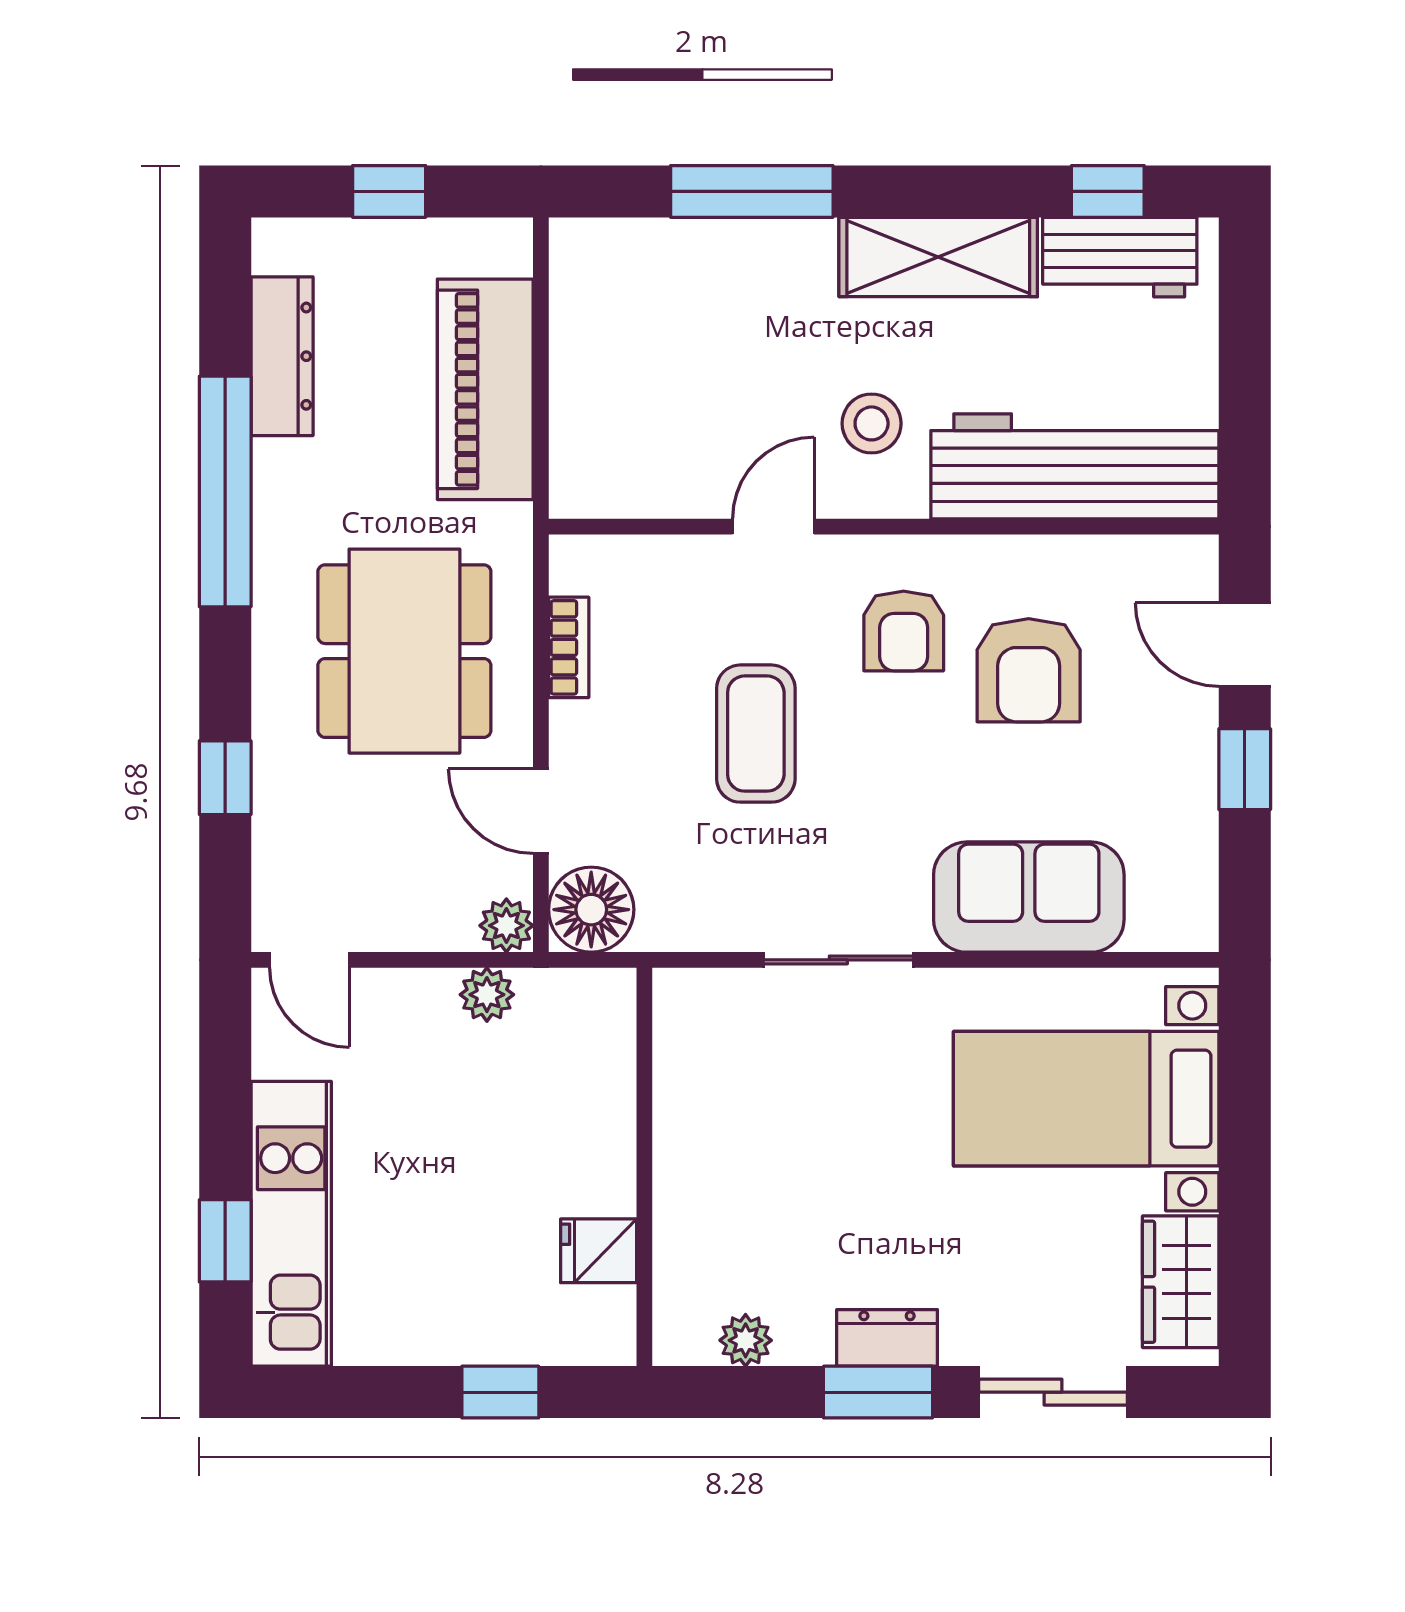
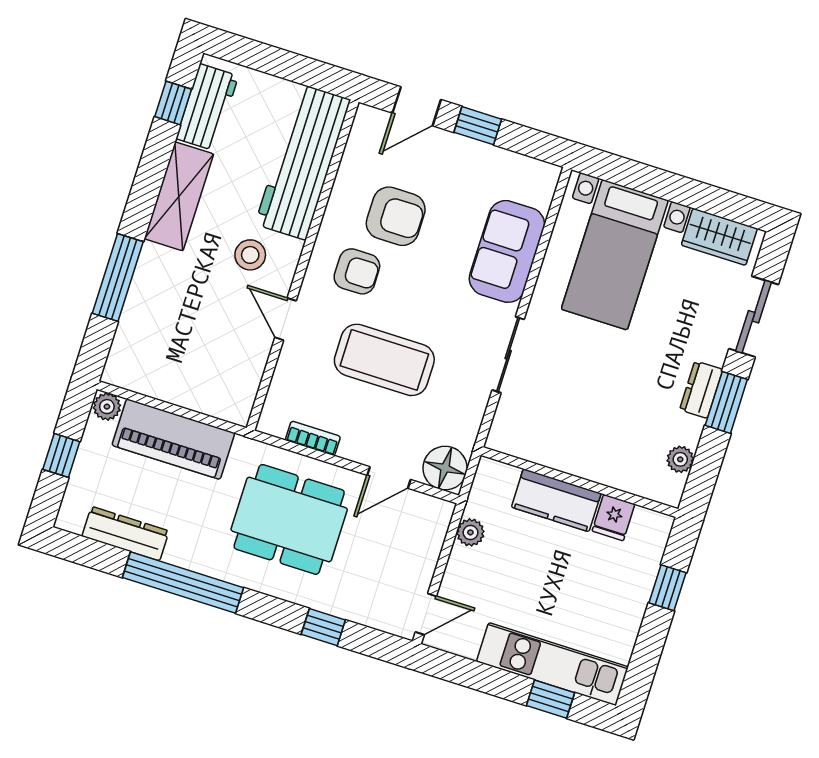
coffee table: (756, 734) -> (384, 360), width x1.36, depth x1.32
plant: (506, 926) -> (107, 407), moved
kitchen counter: (597, 1135) -> (556, 500), added

